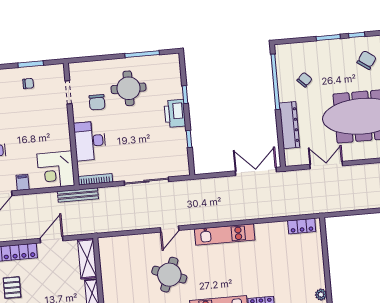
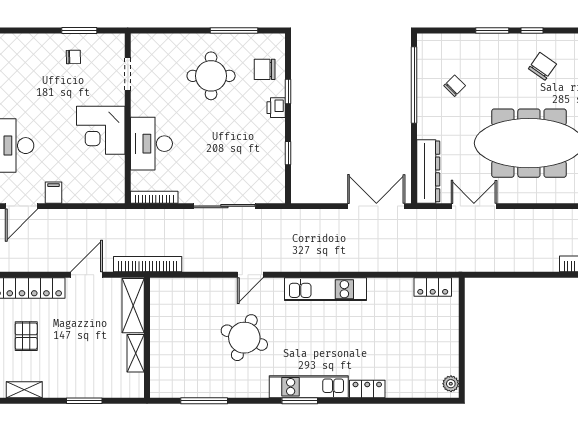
chair: (97, 102) -> (265, 69), moved, turned 90
printer: (175, 113) -> (276, 108), width x0.53, depth x0.68
dresser: (289, 125) -> (428, 171), moved
corner desk: (56, 170) -> (101, 130), moved
bench: (78, 195) -> (128, 217), removed
bookcase: (95, 228) -> (148, 264), added

